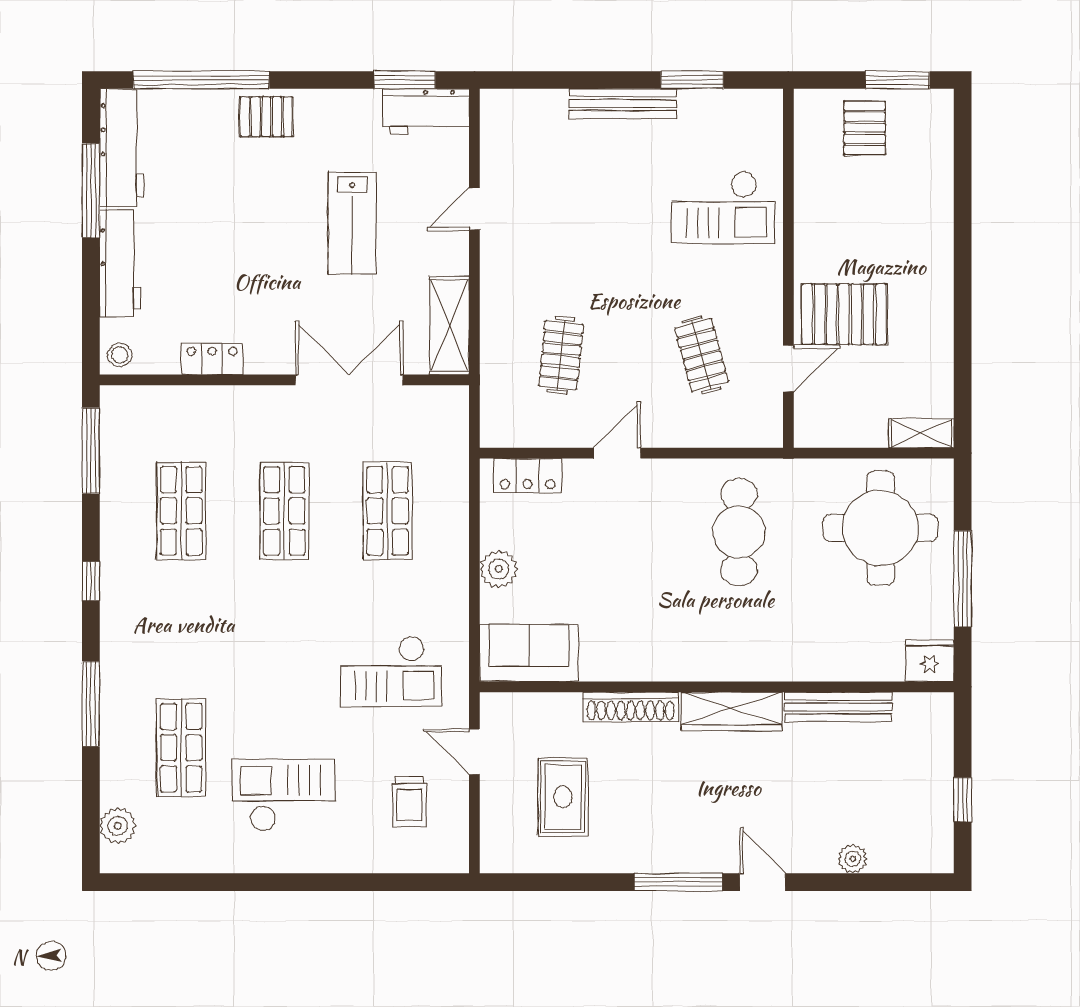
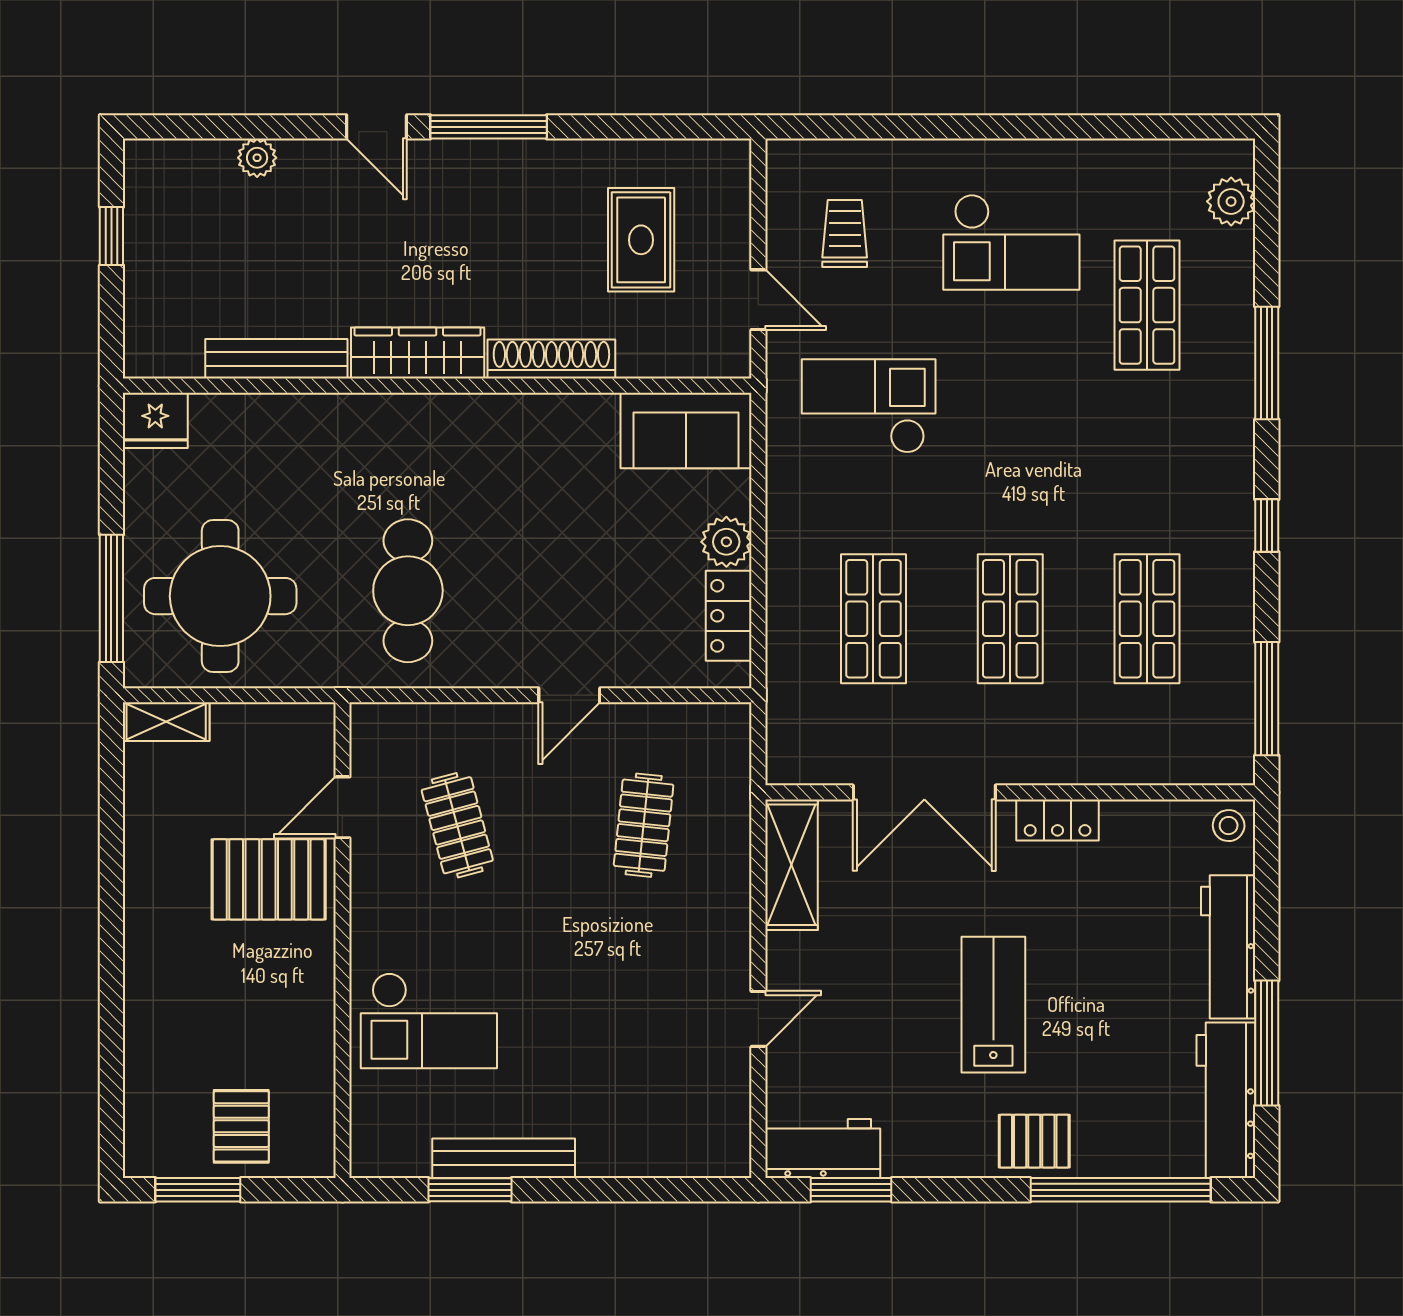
bench: (623, 104) -> (504, 1158), moved
checkout: (723, 208) -> (429, 1021), turned 180
lab bench: (352, 223) -> (993, 1005), moved
locker: (212, 359) -> (1058, 820), moved
locker: (528, 476) -> (729, 616), moved, turned -90
window: (963, 579) -> (111, 598), moved

